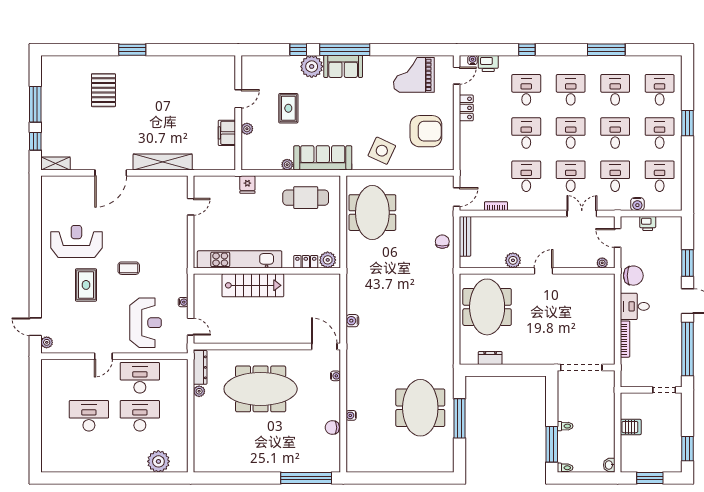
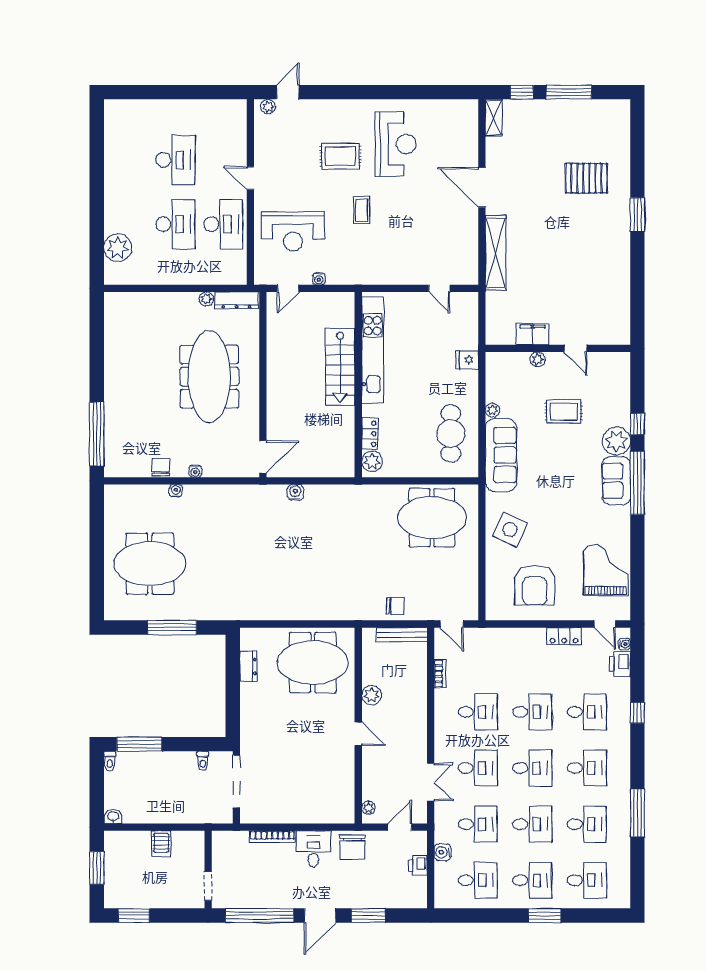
water cooler: (336, 376) -> (195, 471), moved
meeting table: (420, 408) -> (150, 564), moved
toilet: (565, 426) -> (203, 761), moved

